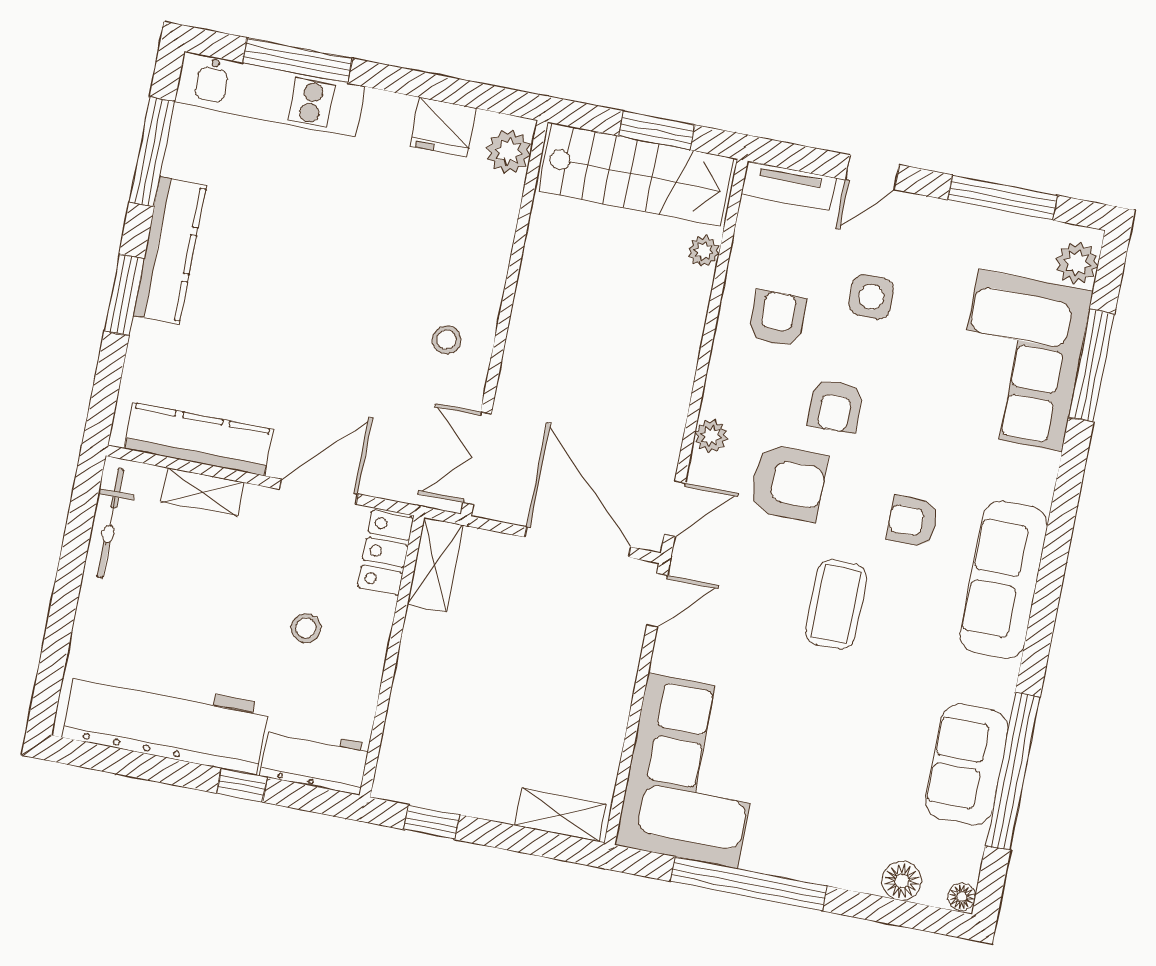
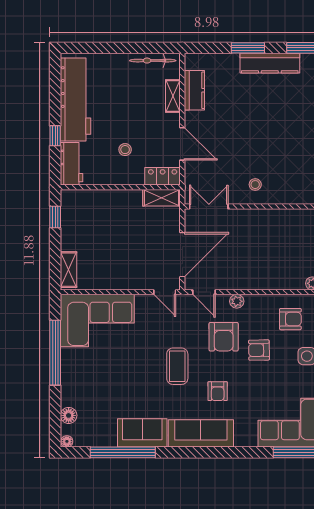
kitchen counter: (199, 439) -> (194, 90), width x0.67
armchair: (913, 521) -> (218, 391), turned 180
coffee table: (836, 604) -> (177, 366), turned 90
sofa: (967, 765) -> (142, 433), moved

